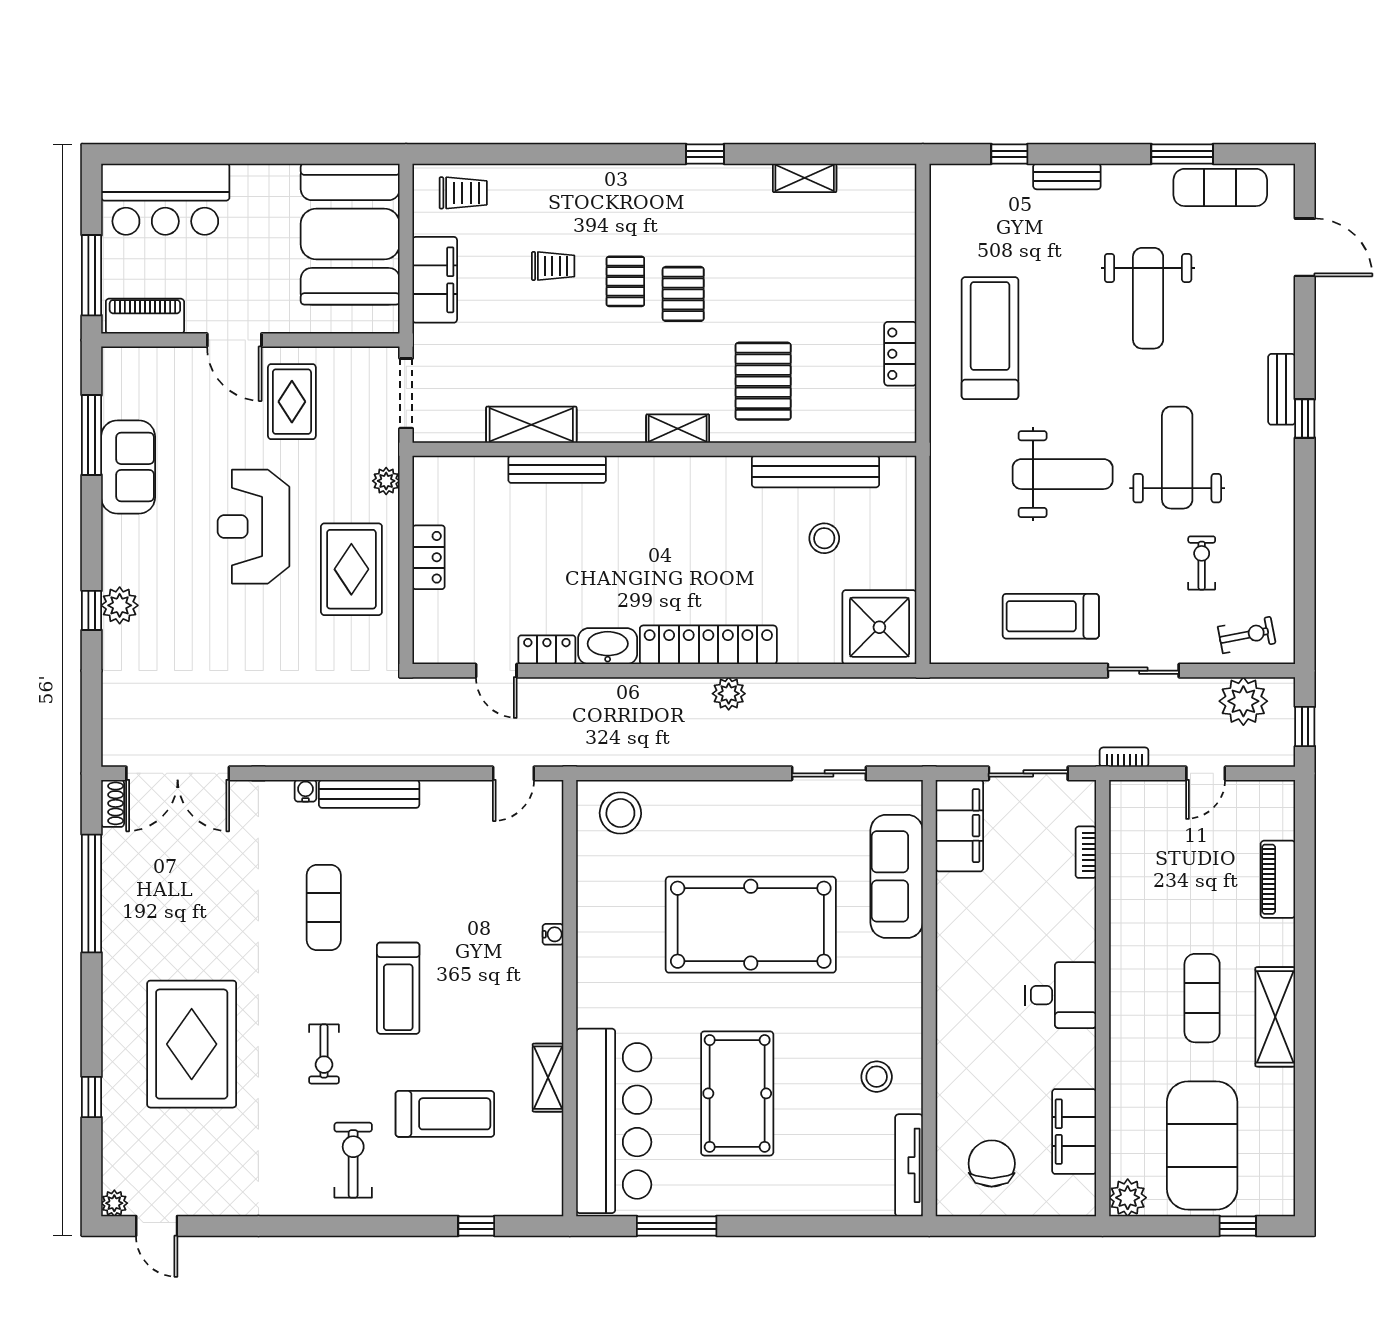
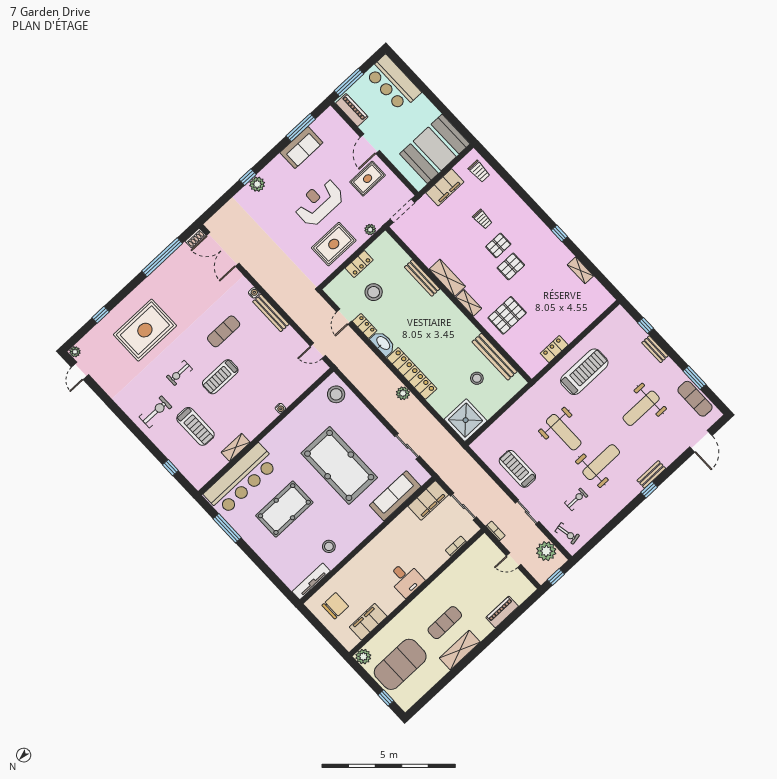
shelving: (531, 425) -> (447, 278), moved
stool: (502, 578) -> (374, 292), added

